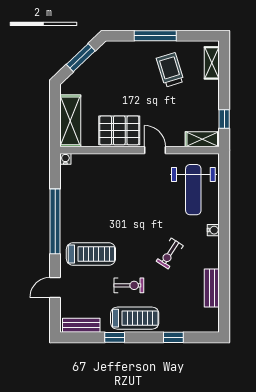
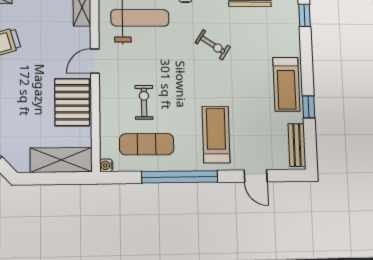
exercise mat: (83, 194) -> (147, 144), added
exercise bike: (129, 285) -> (144, 102), moved
treadmill: (135, 318) -> (286, 84), turned 180
window: (173, 337) -> (304, 15), moved

